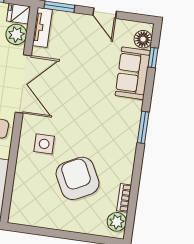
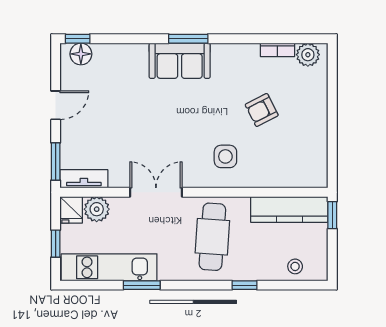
window: (153, 58) -> (78, 39), moved
sofa: (133, 73) -> (180, 61), moved
double door: (23, 84) -> (156, 192), width x0.73
armchair: (77, 178) -> (262, 110), width x0.53, depth x0.53

